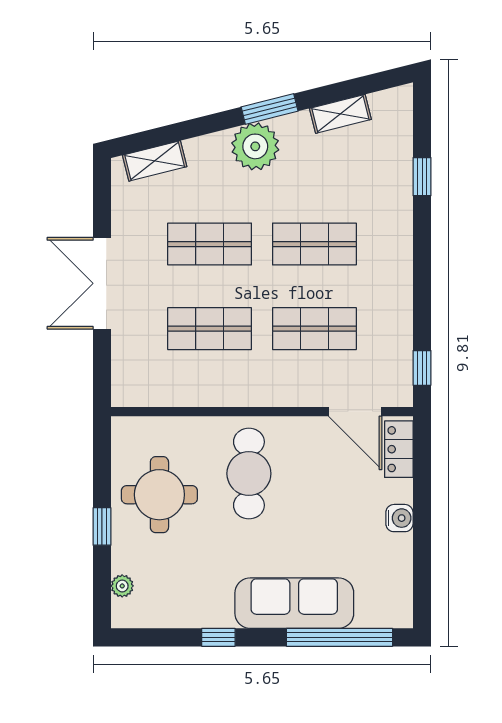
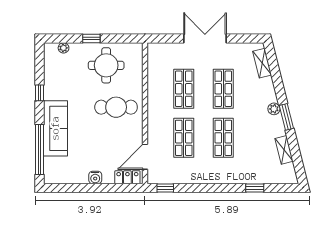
plant: (255, 146) -> (274, 109), width x0.53, depth x0.53

